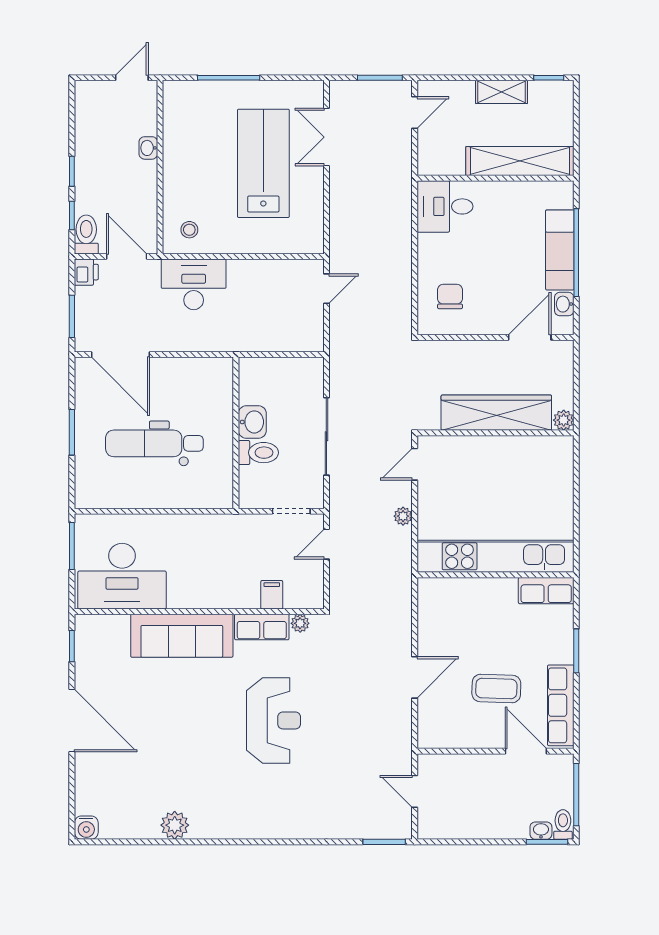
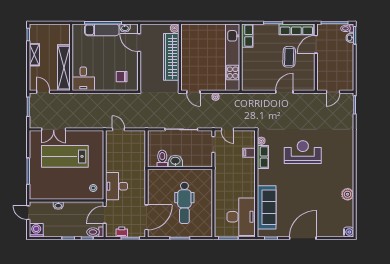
washing machine: (90, 96) -> (36, 230), added
shelving: (520, 161) -> (64, 68), moved
printer: (86, 272) -> (122, 232), moved
toilet: (258, 453) -> (162, 159), moved
sofa: (182, 636) -> (267, 207), moved
door: (415, 677) -> (284, 92), hinge flipped

